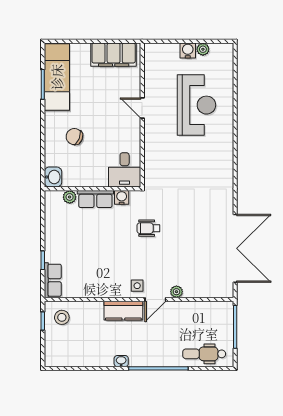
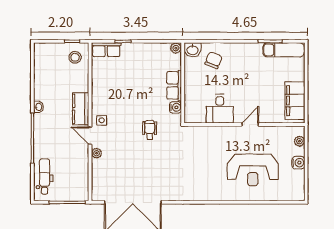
plant: (203, 49) -> (299, 141), moved
exam couch: (57, 77) -> (284, 50), width x0.73, depth x0.69
chair: (74, 137) -> (214, 60), moved
desk: (125, 170) -> (220, 109), moved, turned -90
plant: (70, 197) -> (176, 48), moved

